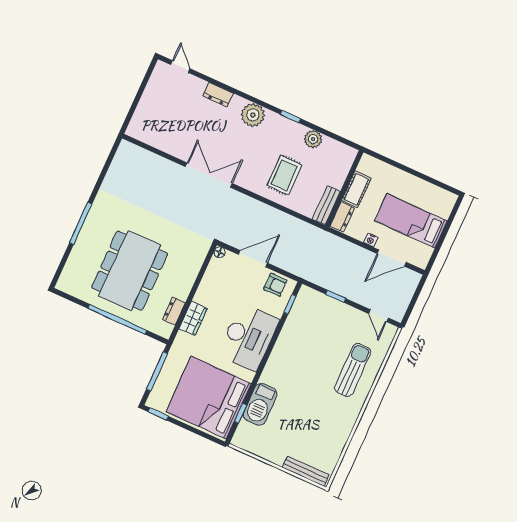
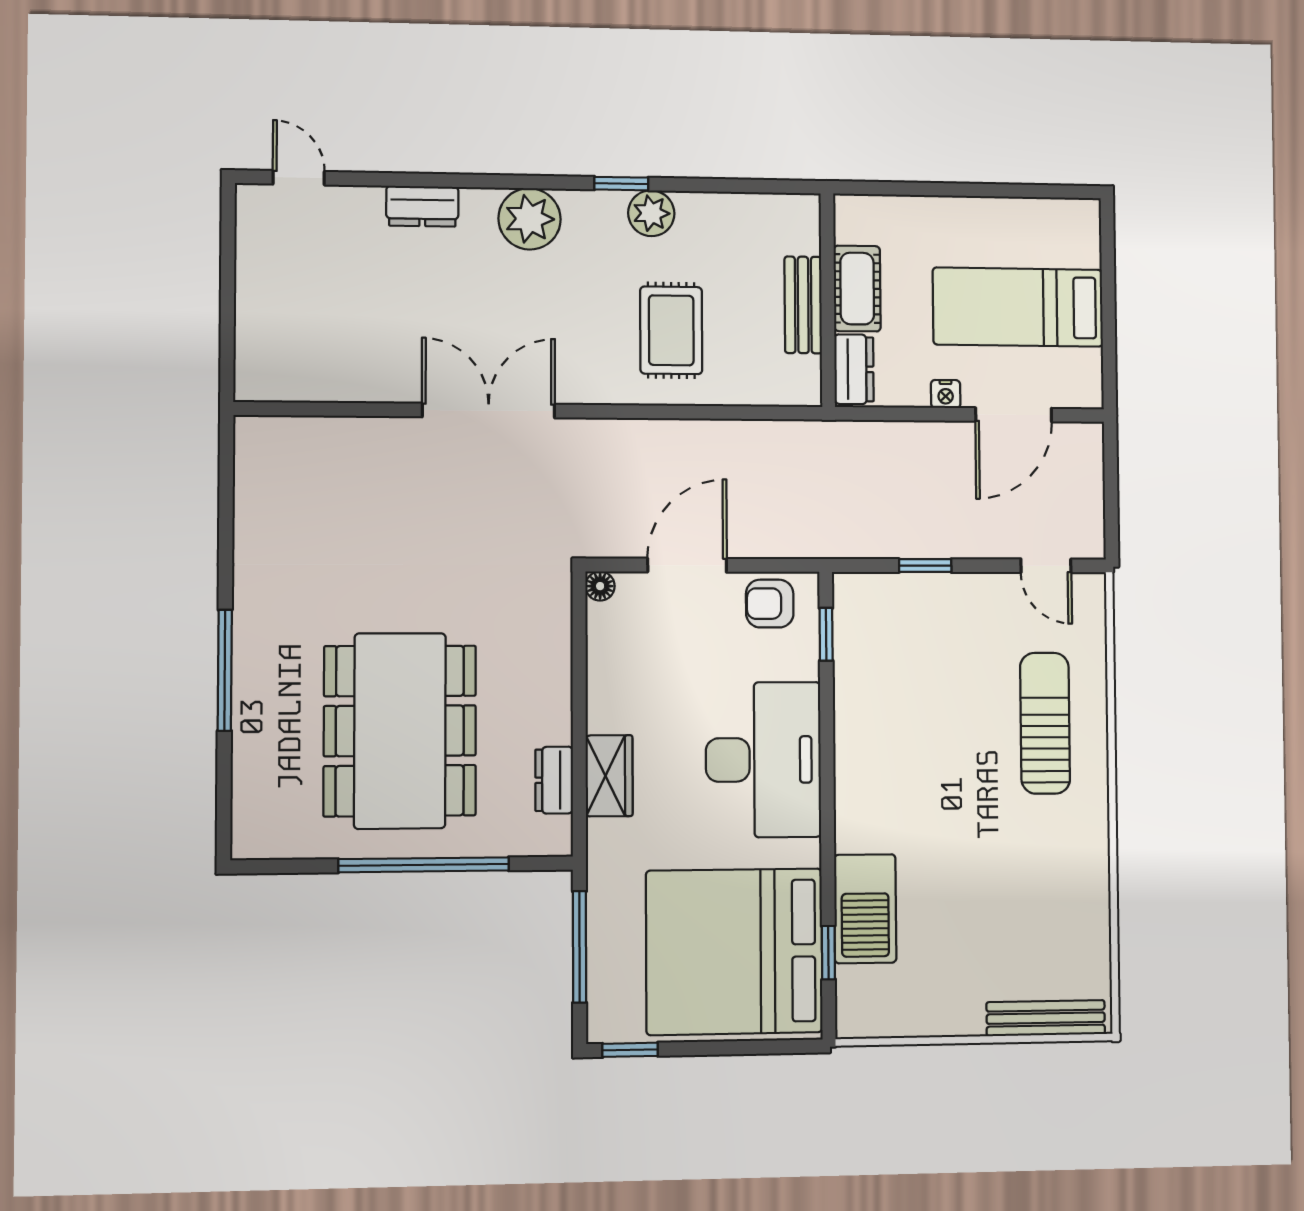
plant: (313, 139) -> (651, 213), moved
bench: (326, 205) -> (803, 305), moved
armchair: (275, 285) -> (770, 604), turned 180

